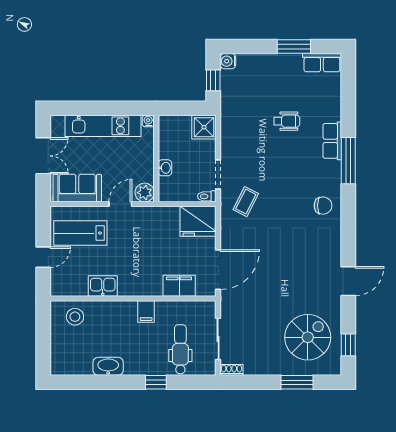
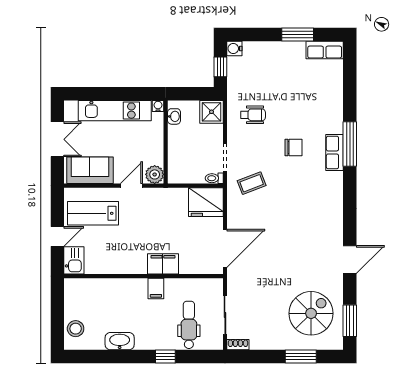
wheelchair: (287, 121) -> (253, 115), moved
row of seats: (332, 141) -> (335, 152), moved
washbasin: (165, 168) -> (174, 116), moved
coffee table: (246, 202) -> (252, 183), turned 42
chair: (323, 206) -> (294, 147), moved
kitchen sink: (103, 286) -> (74, 260), moved, turned 90
filing cabinet: (179, 286) -> (163, 264), moved
stool: (75, 317) -> (76, 329), moved
window: (348, 345) -> (350, 321), width x1.50

